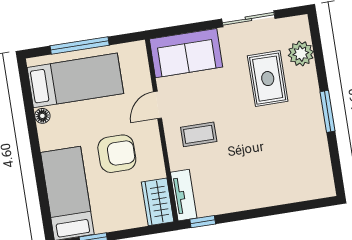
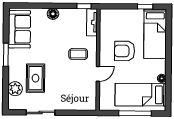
sofa: (186, 53) -> (19, 29), moved, turned 90
floor lamp: (256, 198) -> (53, 14), added
wardrobe: (158, 202) -> (107, 21), removed

